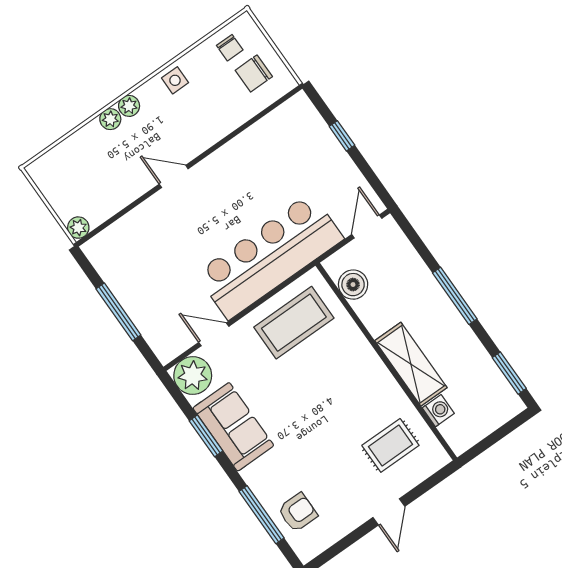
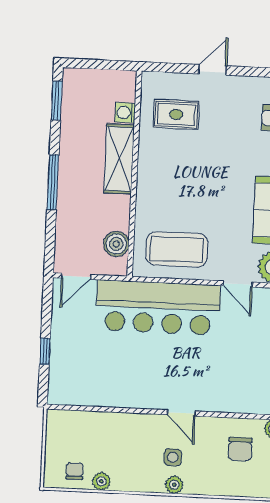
chair: (254, 73) -> (240, 449), moved, turned 90
side table: (175, 80) -> (173, 457), moved
plant: (110, 119) -> (101, 481), moved

